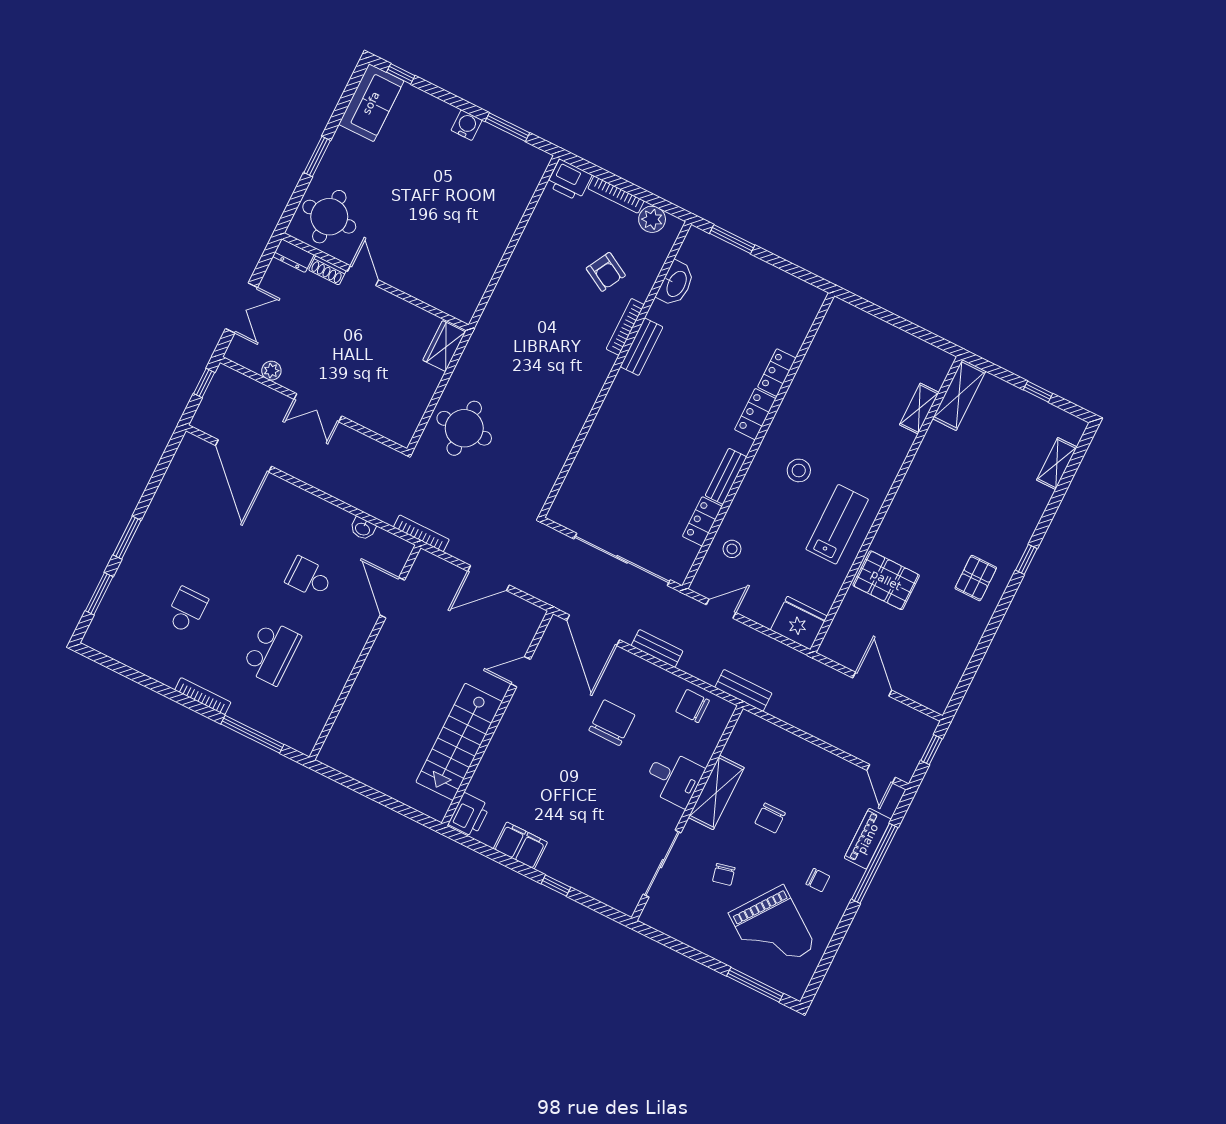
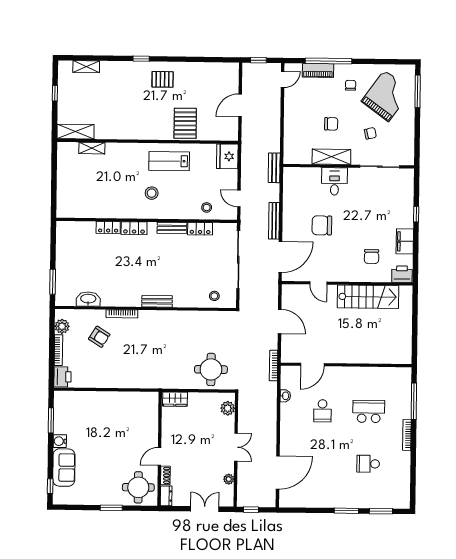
sofa: (371, 103) -> (64, 468), moved, turned 90
armchair: (606, 272) -> (99, 337), turned 93
bench: (642, 347) -> (157, 301), moved
plant: (388, 425) -> (228, 408), added
stool: (582, 492) -> (214, 296), added
bench: (657, 648) -> (274, 221), width x1.36
chair: (693, 706) -> (372, 256), moved

